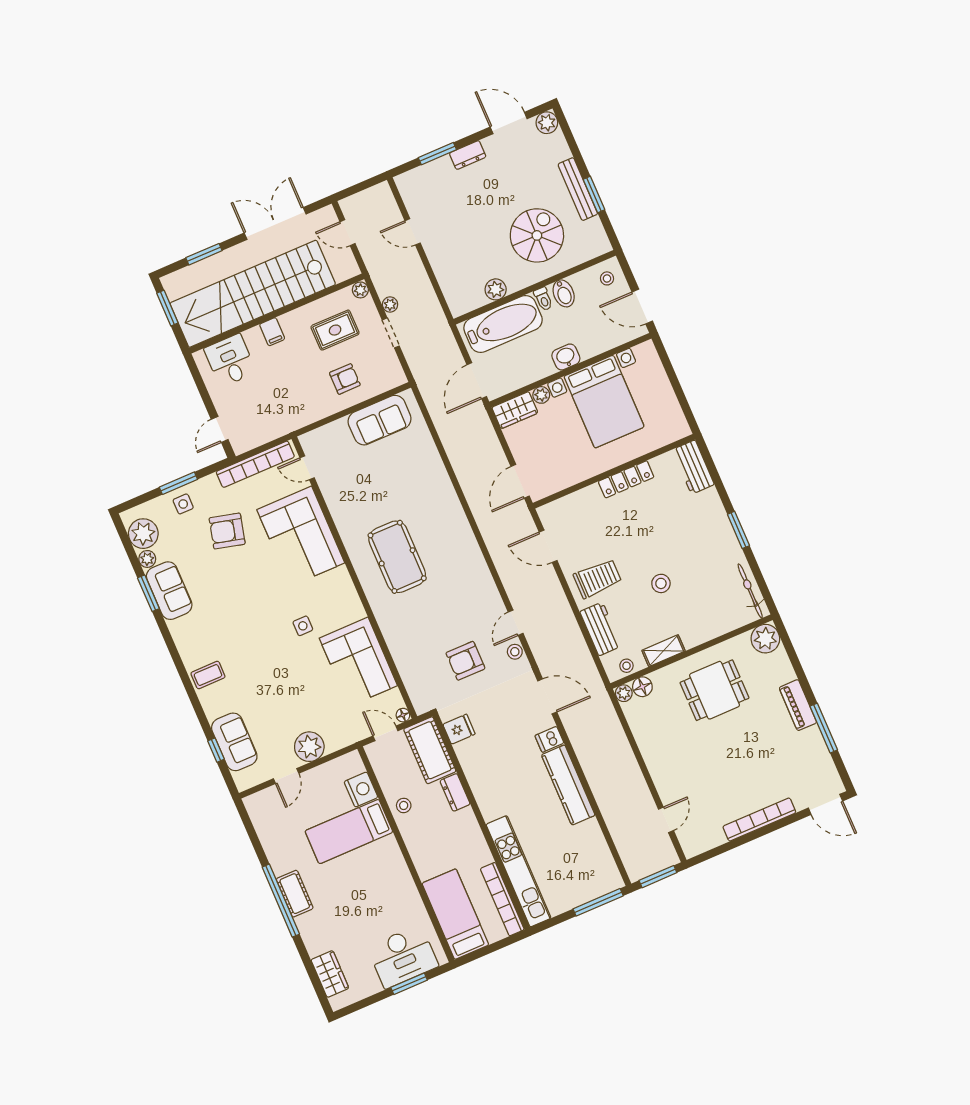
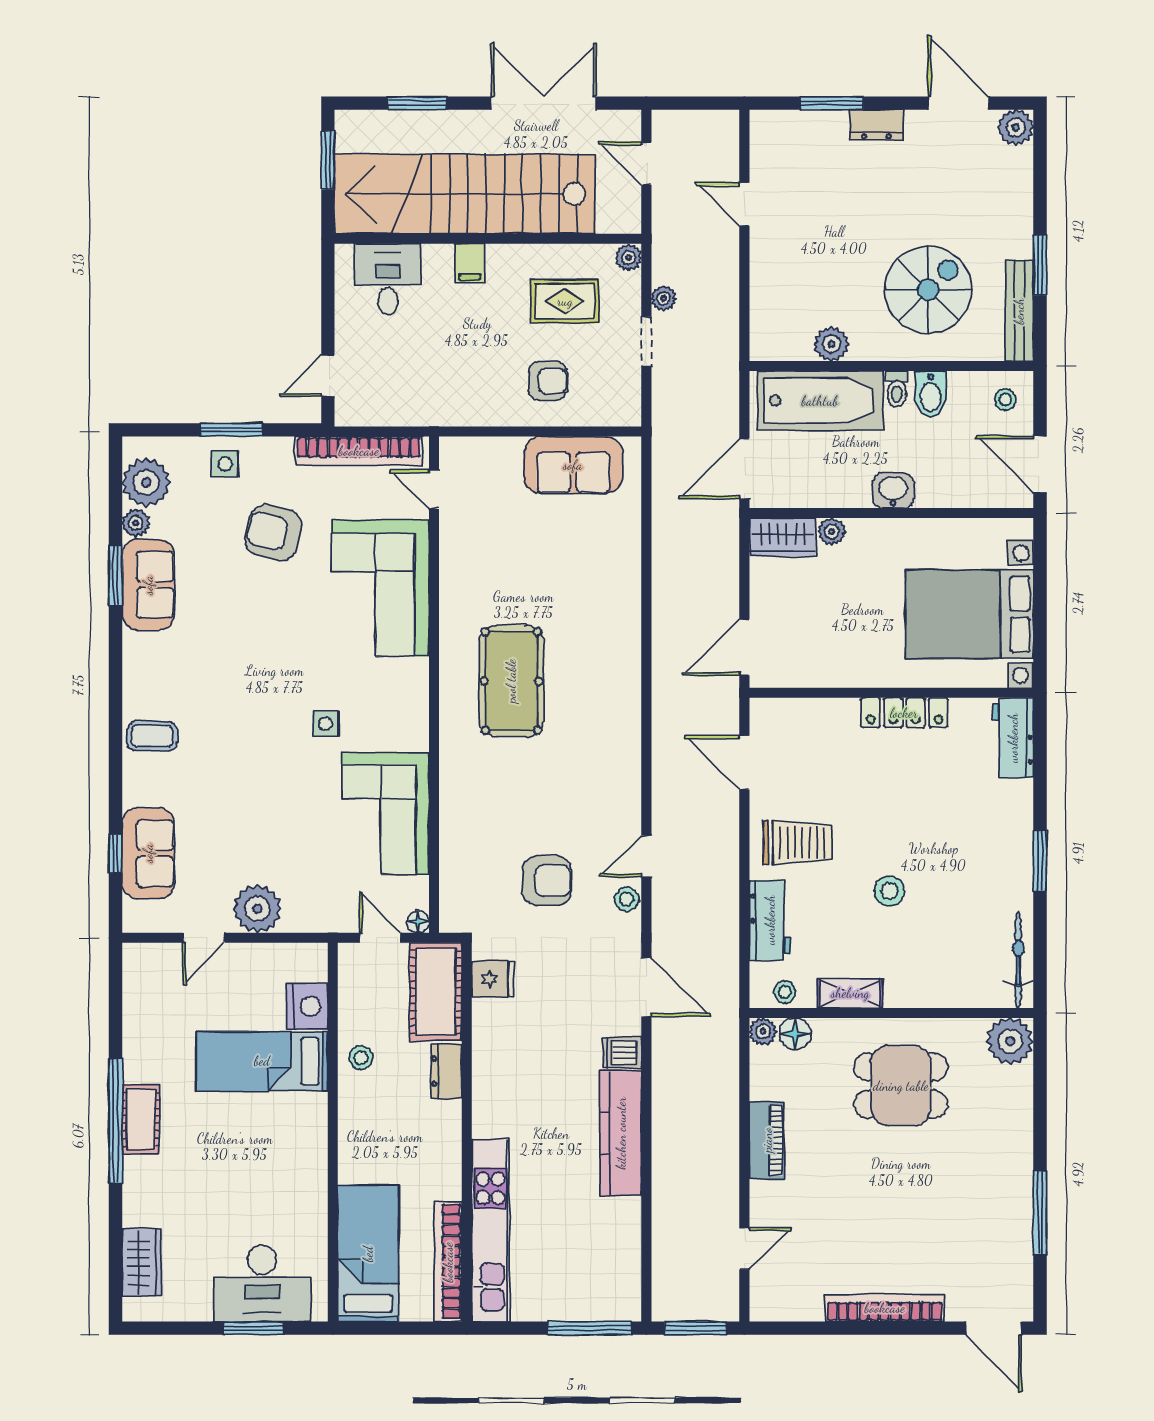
bench: (578, 189) -> (1019, 311), moved
bed with nightstands: (604, 402) -> (969, 614), moved, turned 90
armchair: (465, 661) -> (547, 881), turned 180
piano: (798, 705) -> (767, 1140), moved, turned 180

